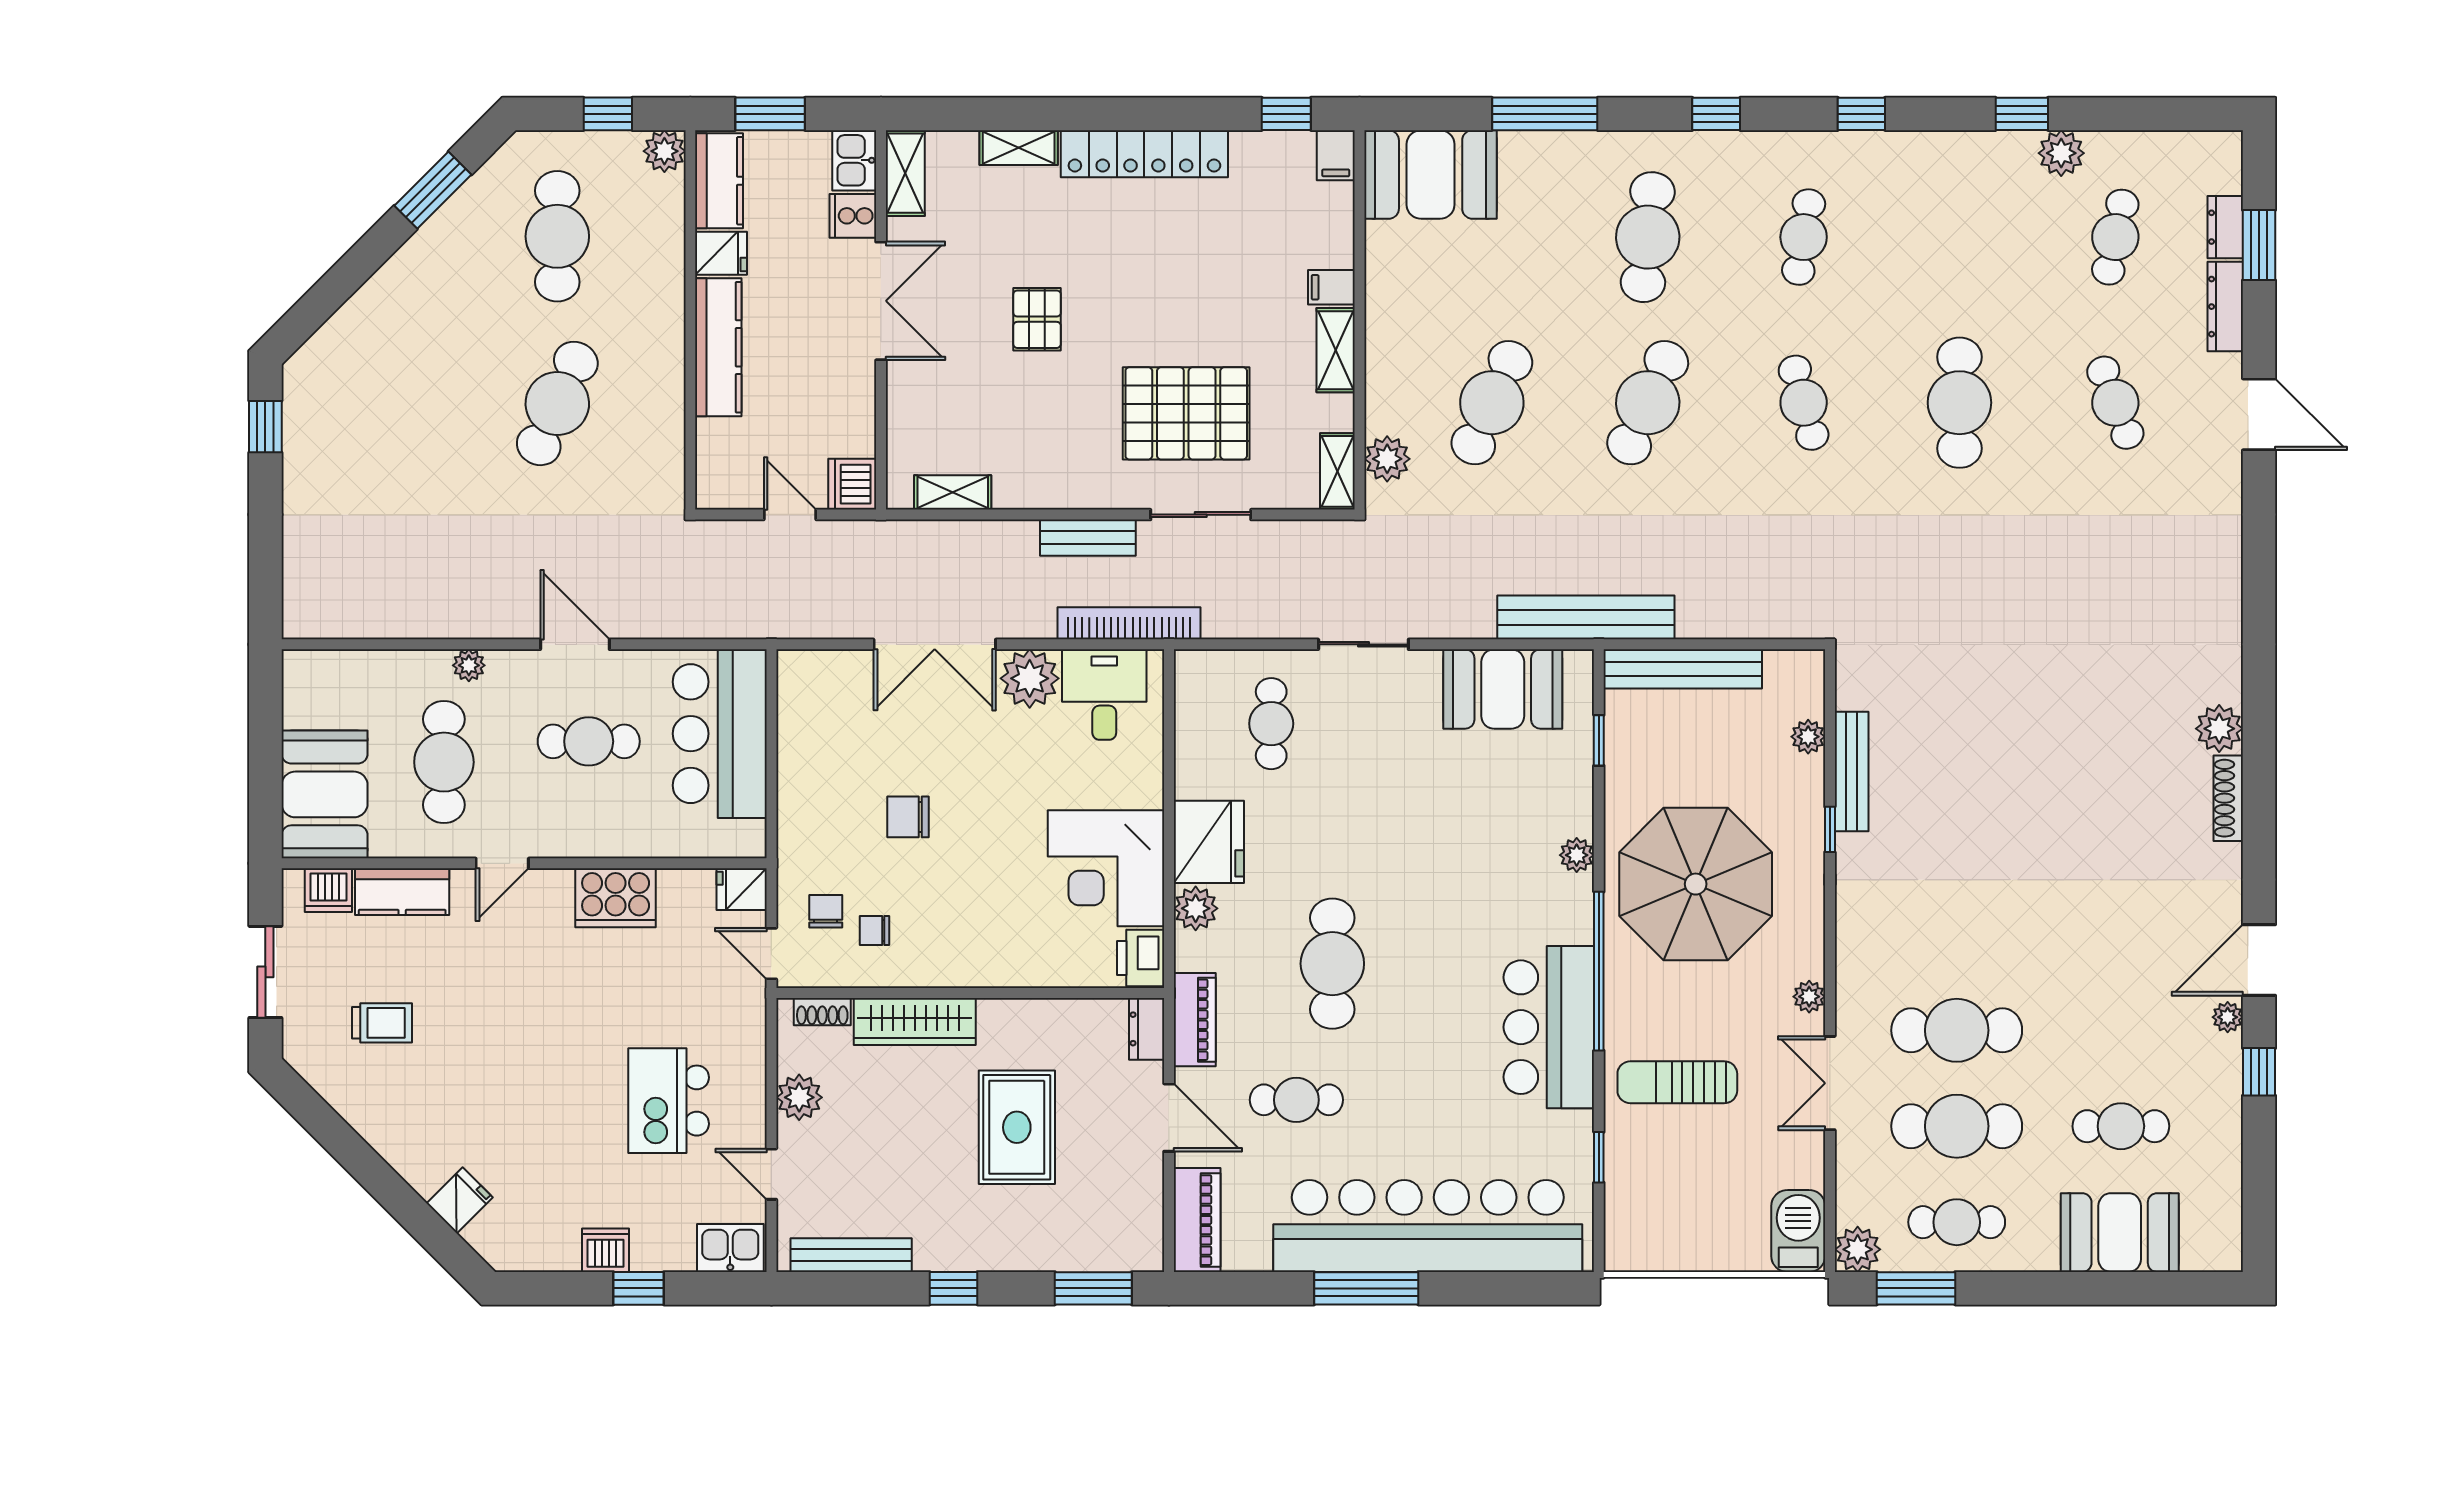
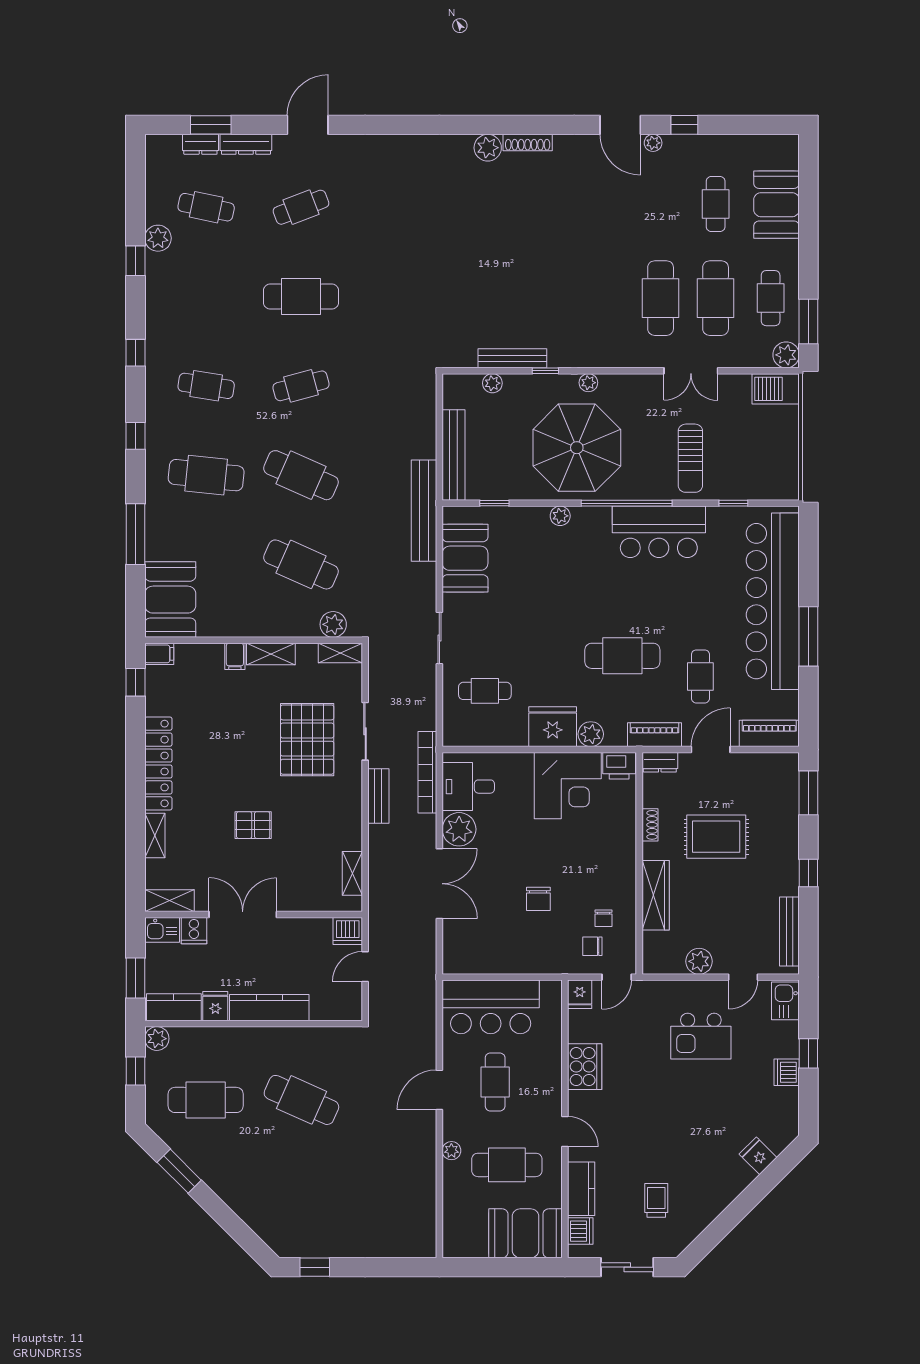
plant: (1809, 997) -> (588, 383), moved
shoe rack: (822, 1012) -> (650, 825), moved

